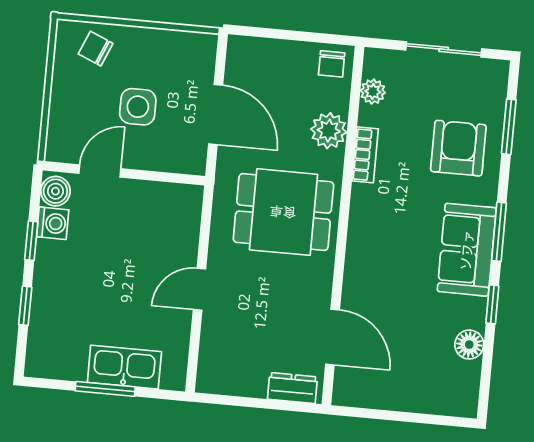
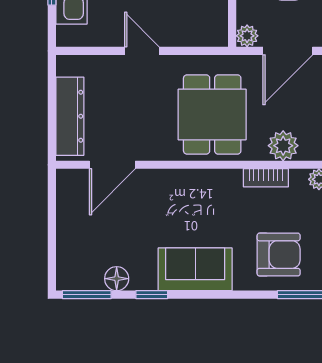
plant: (193, 162) -> (247, 36), added
window: (499, 232) -> (87, 295), moved
dresser: (292, 388) -> (70, 116), width x1.96, depth x1.24

